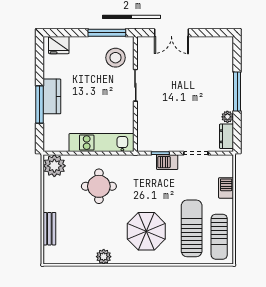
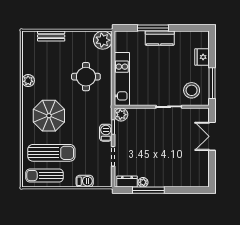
fridge: (59, 45) -> (202, 57), moved
window: (237, 91) -> (148, 190), moved
plant: (145, 144) -> (121, 115), added

